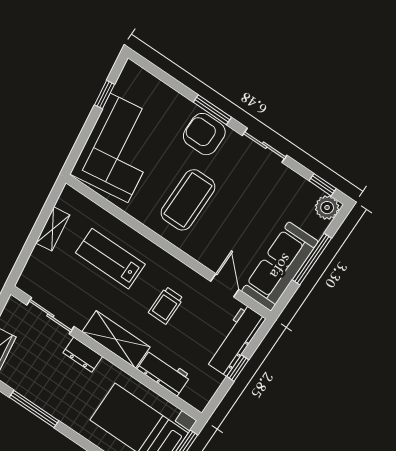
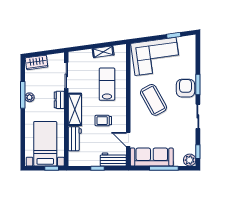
coffee table: (188, 200) -> (153, 100), turned 61
door: (225, 285) -> (128, 139), swing flipped
workbench: (235, 340) -> (113, 159), width x0.73
plant: (45, 401) -> (29, 97), added

